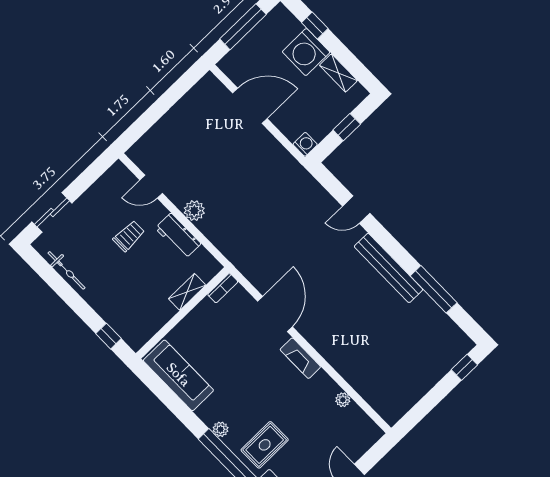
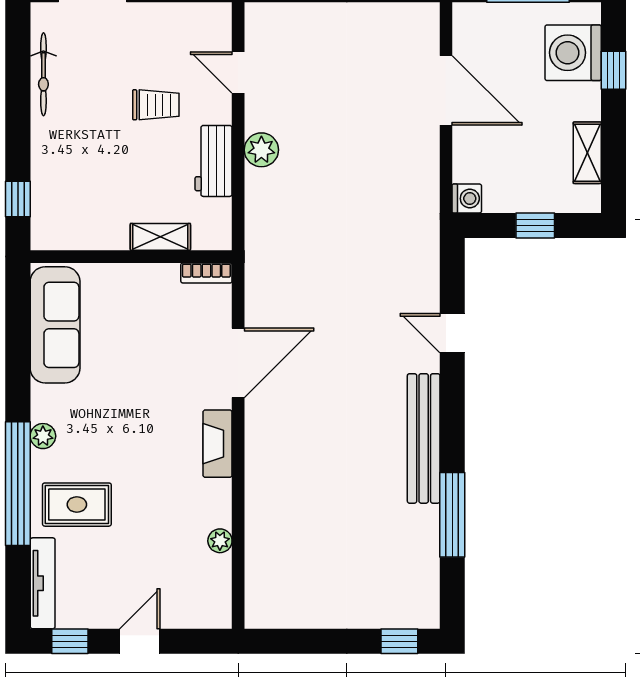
washing machine: (306, 52) -> (573, 53), moved

